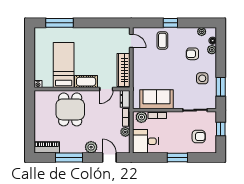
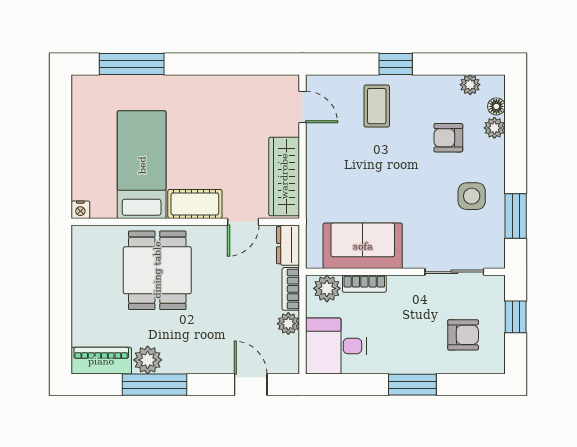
plant: (91, 147) -> (148, 360), moved

